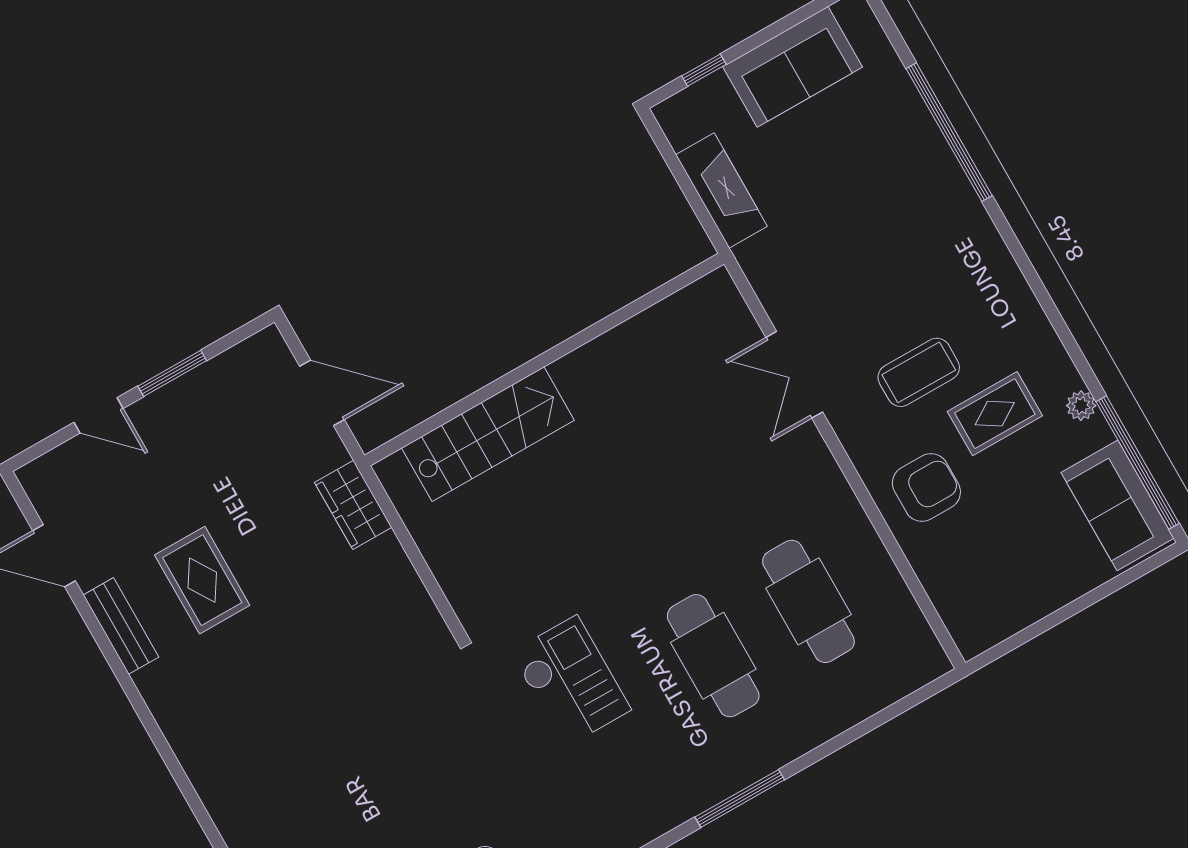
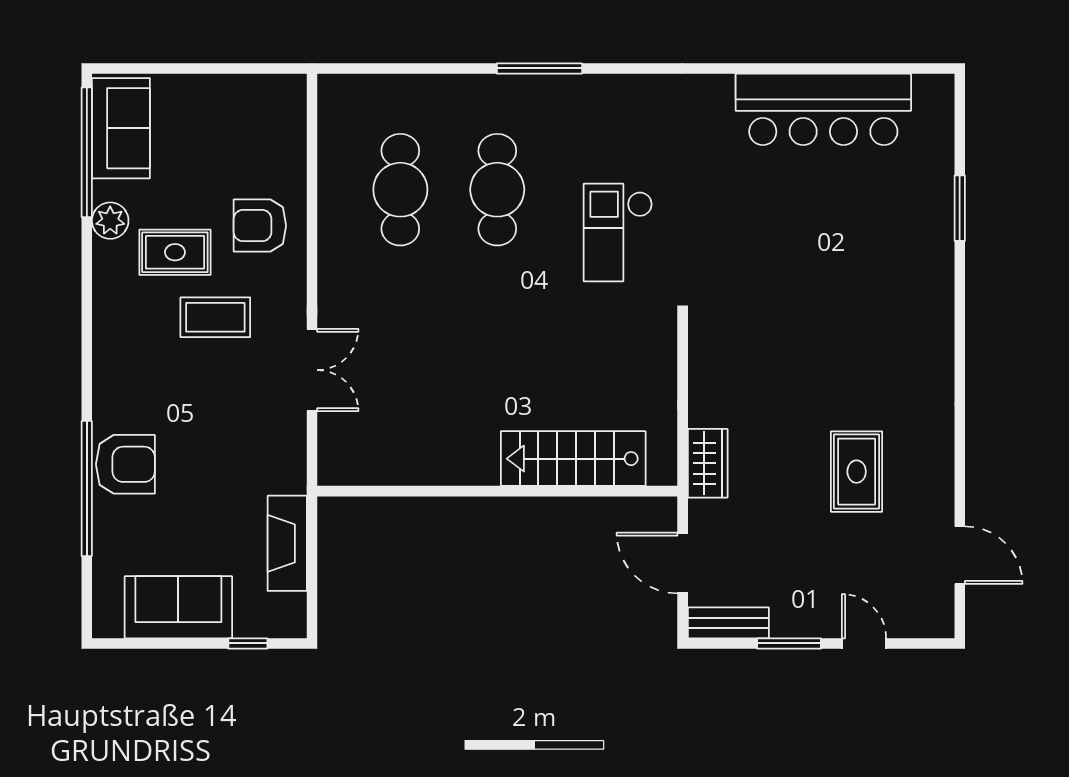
armchair: (925, 177) -> (125, 464), added
plant: (1081, 406) -> (110, 221), width x1.38, depth x1.38
bench: (121, 626) -> (728, 623), moved, turned 90

